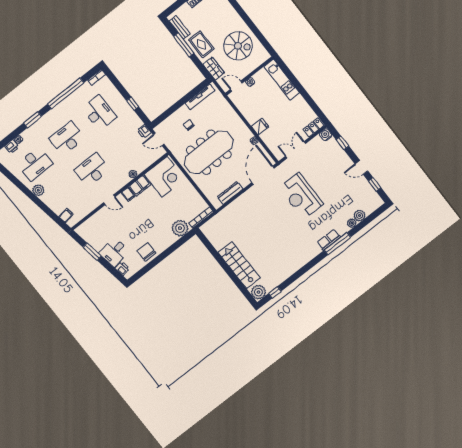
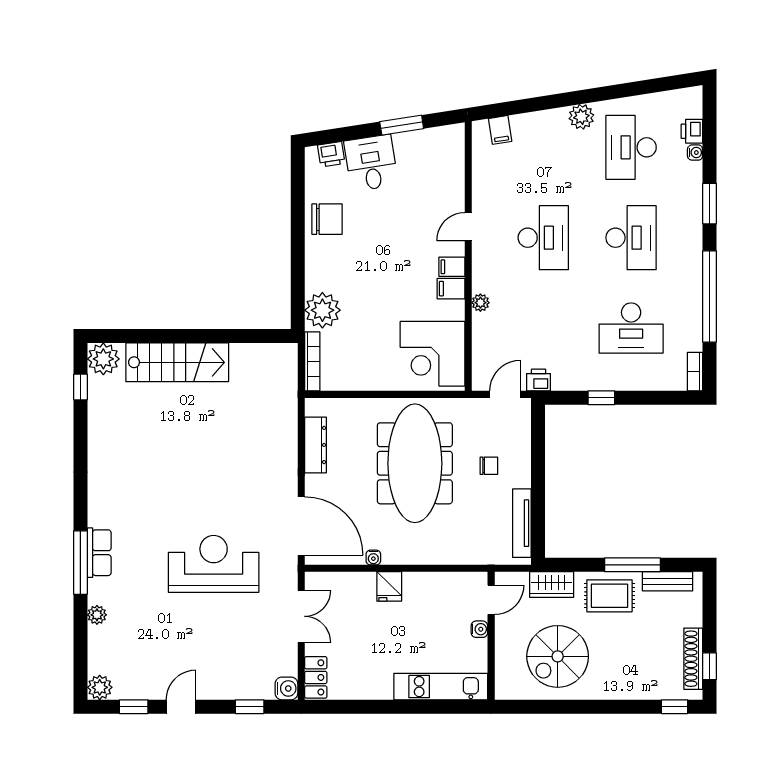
filing cabinet: (140, 186) -> (451, 289), width x0.50
plant: (359, 216) -> (100, 687), moved

